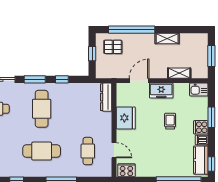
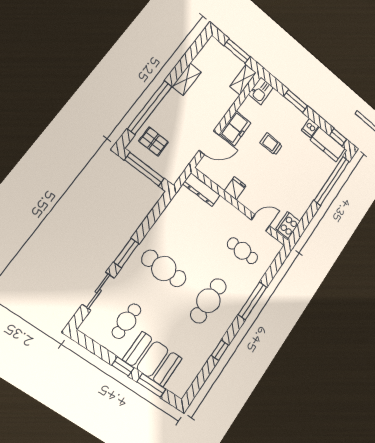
pallet: (113, 47) -> (154, 142), turned 90
window: (92, 54) -> (144, 169), width x2.17
shelving: (179, 73) -> (243, 80), moved
window: (62, 79) -> (148, 223), removed
door: (139, 81) -> (209, 143), swing flipped
fridge: (126, 118) -> (235, 188), width x0.53, depth x0.75
cooker: (201, 127) -> (298, 119), removed

